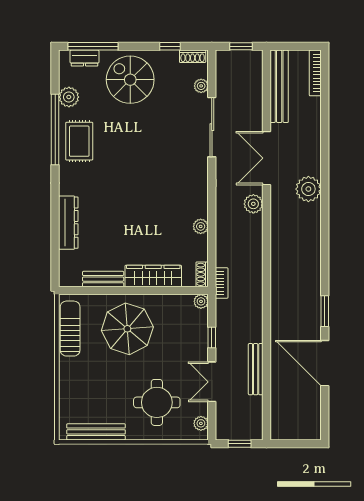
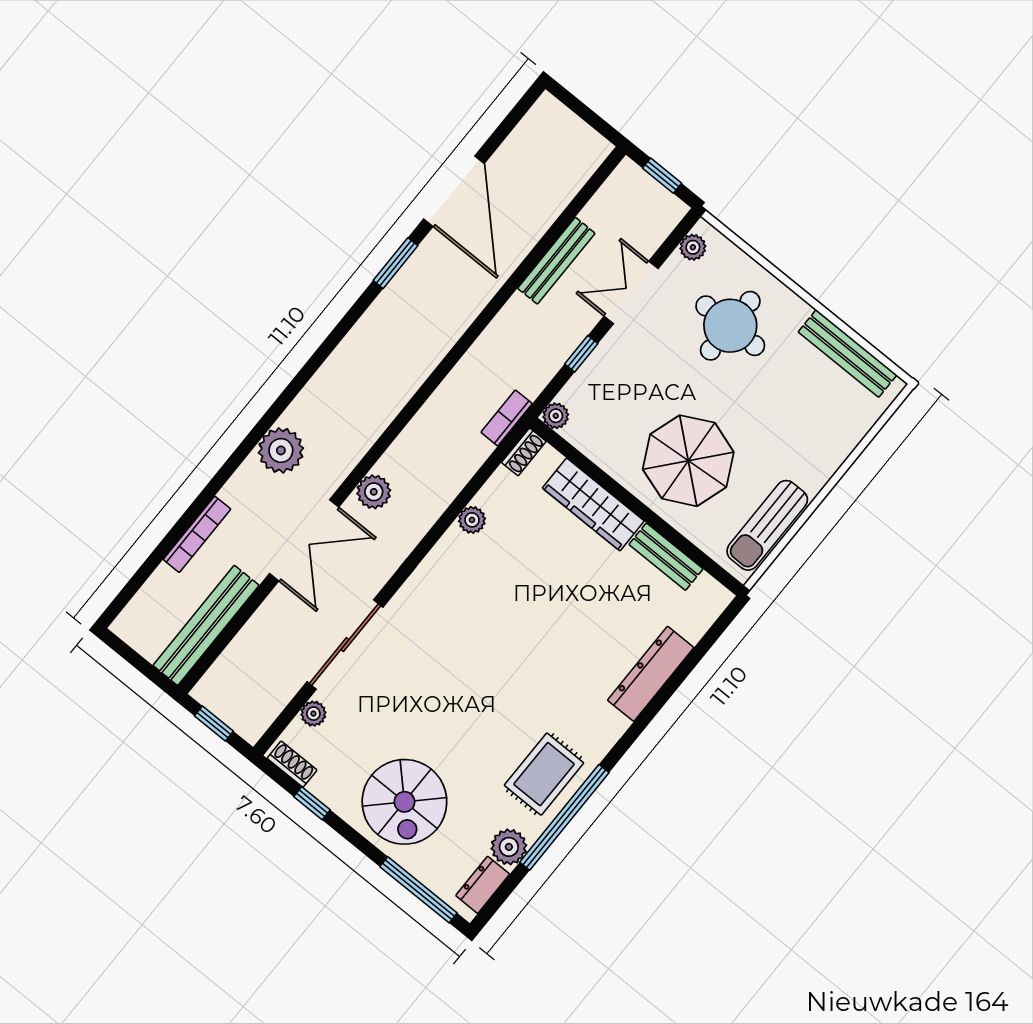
dresser: (84, 58) -> (483, 885), moved, turned -90
bookcase: (315, 73) -> (197, 534), moved
double door: (212, 382) -> (631, 292), swing flipped

